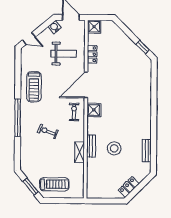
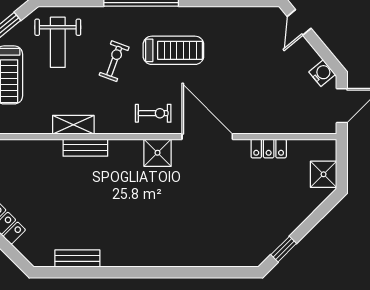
shower: (94, 27) -> (324, 174), moved
weight bench: (64, 54) -> (58, 42), moved
treadmill: (34, 87) -> (173, 50), moved, turned 180
stool: (114, 148) -> (81, 194), removed

